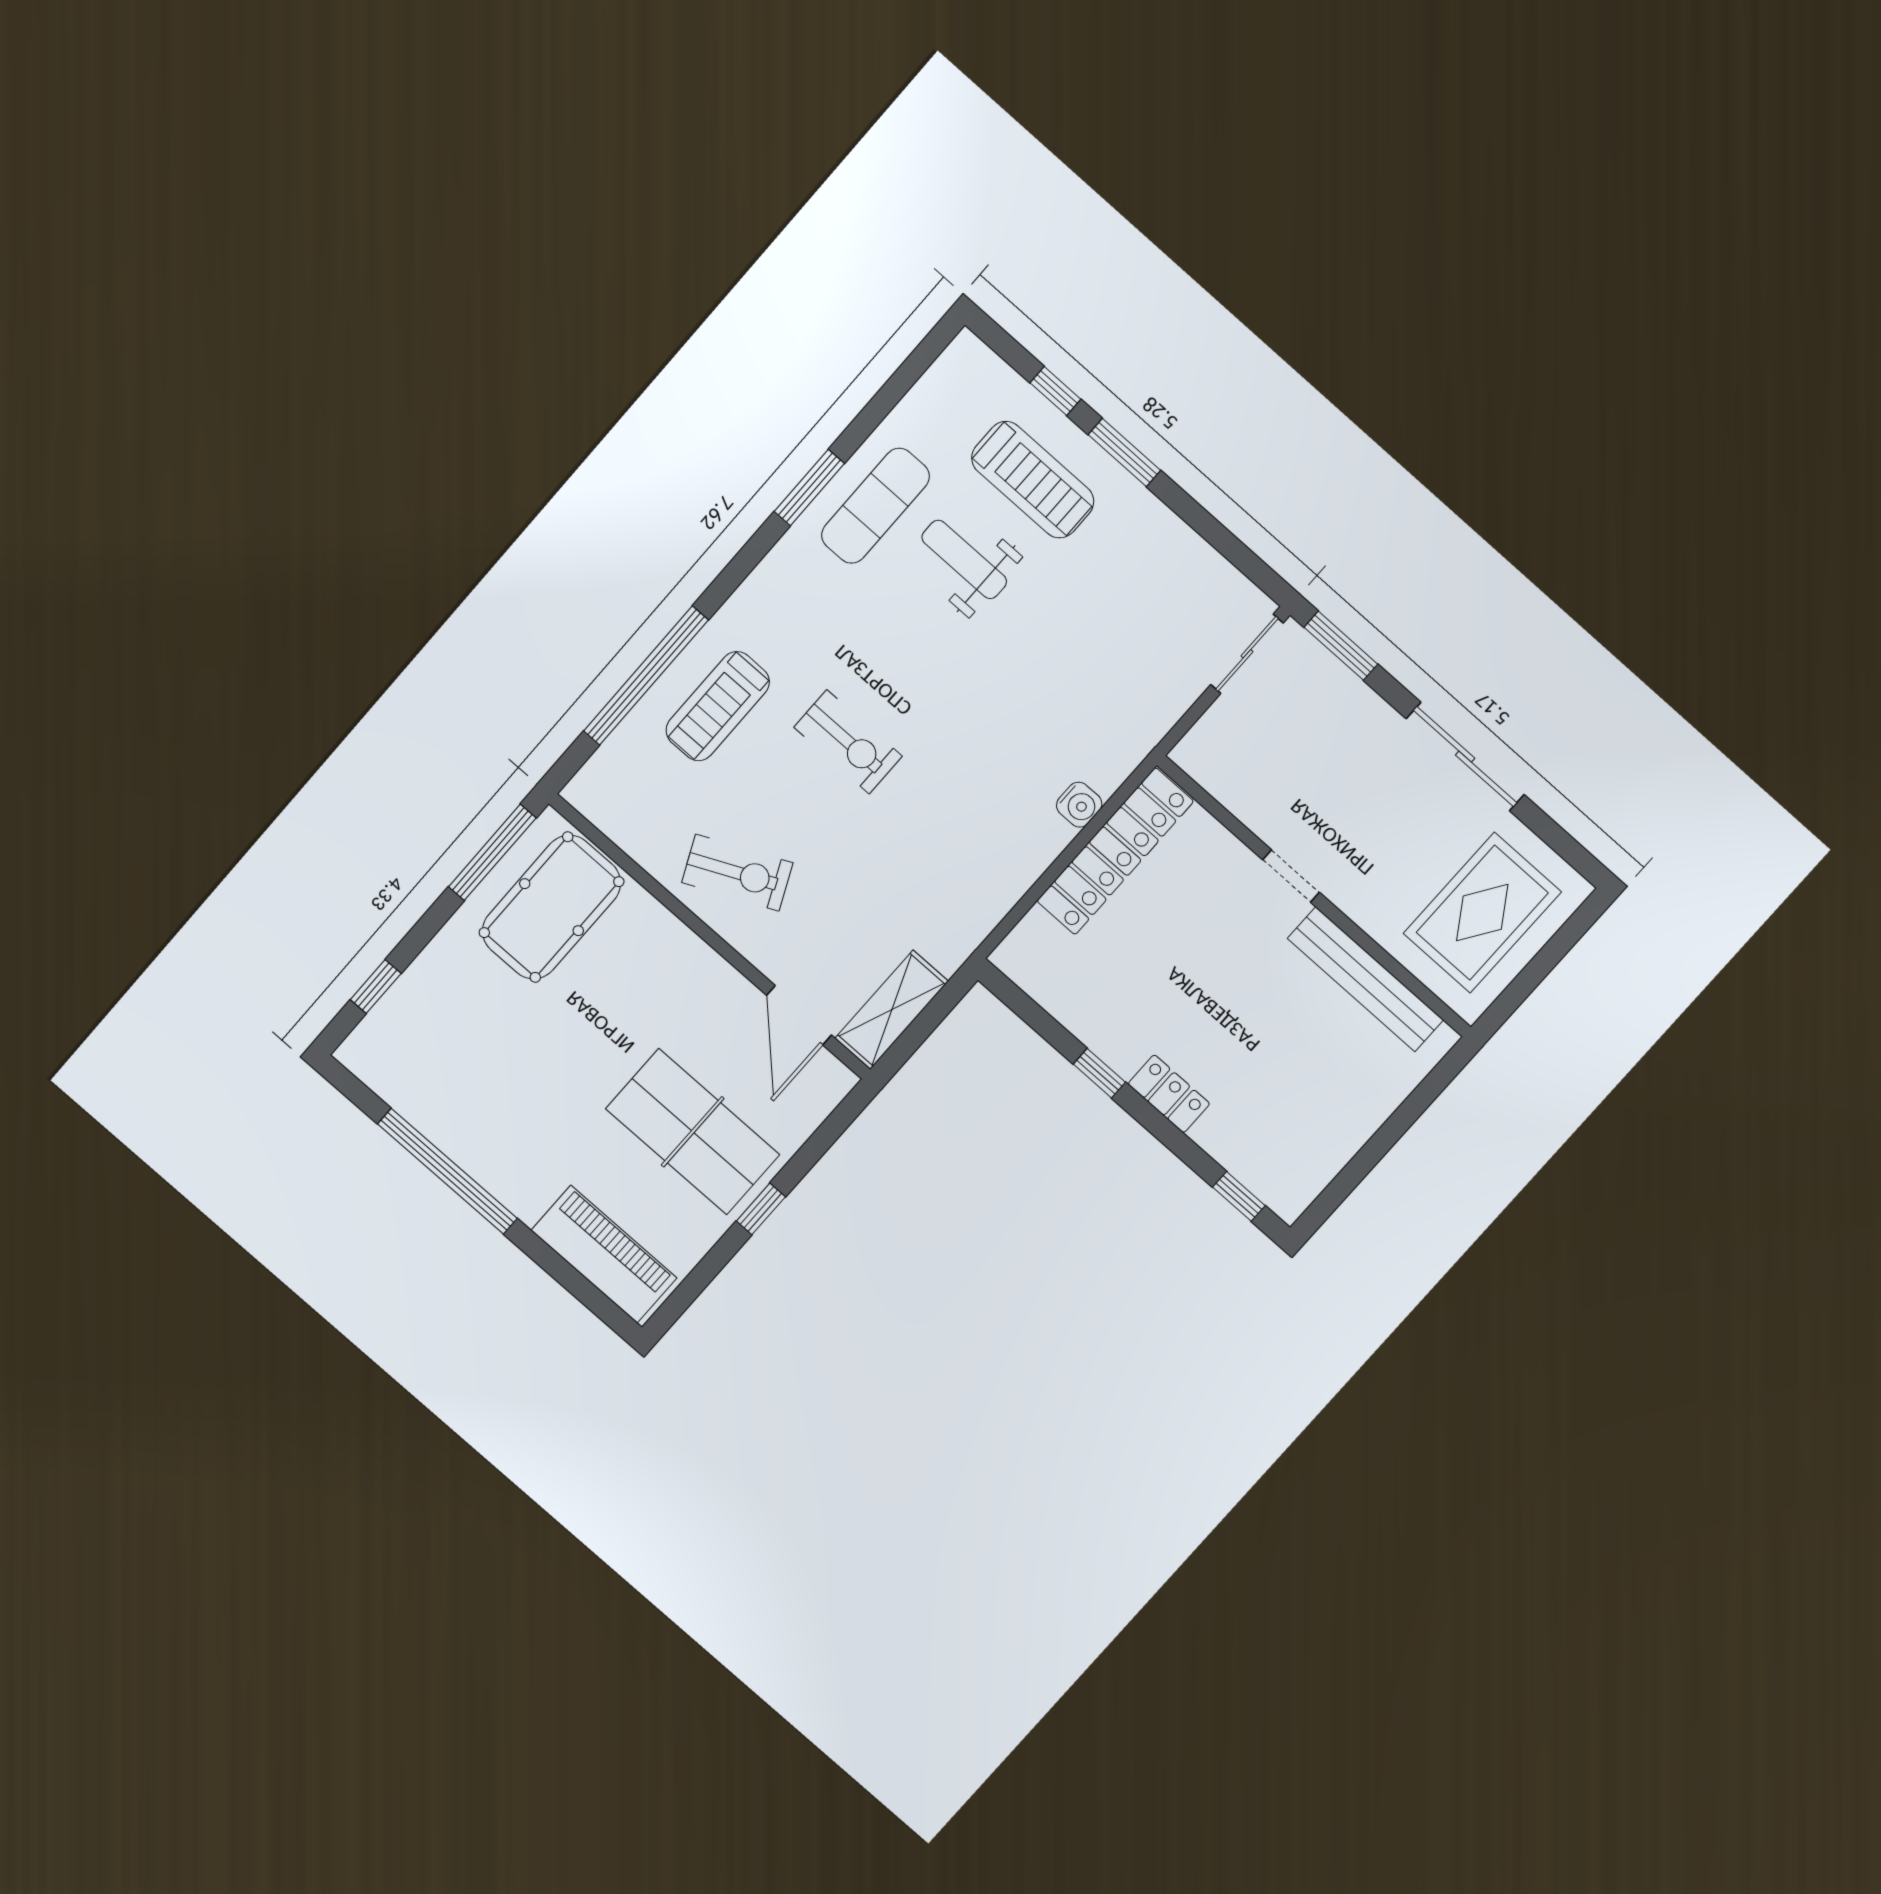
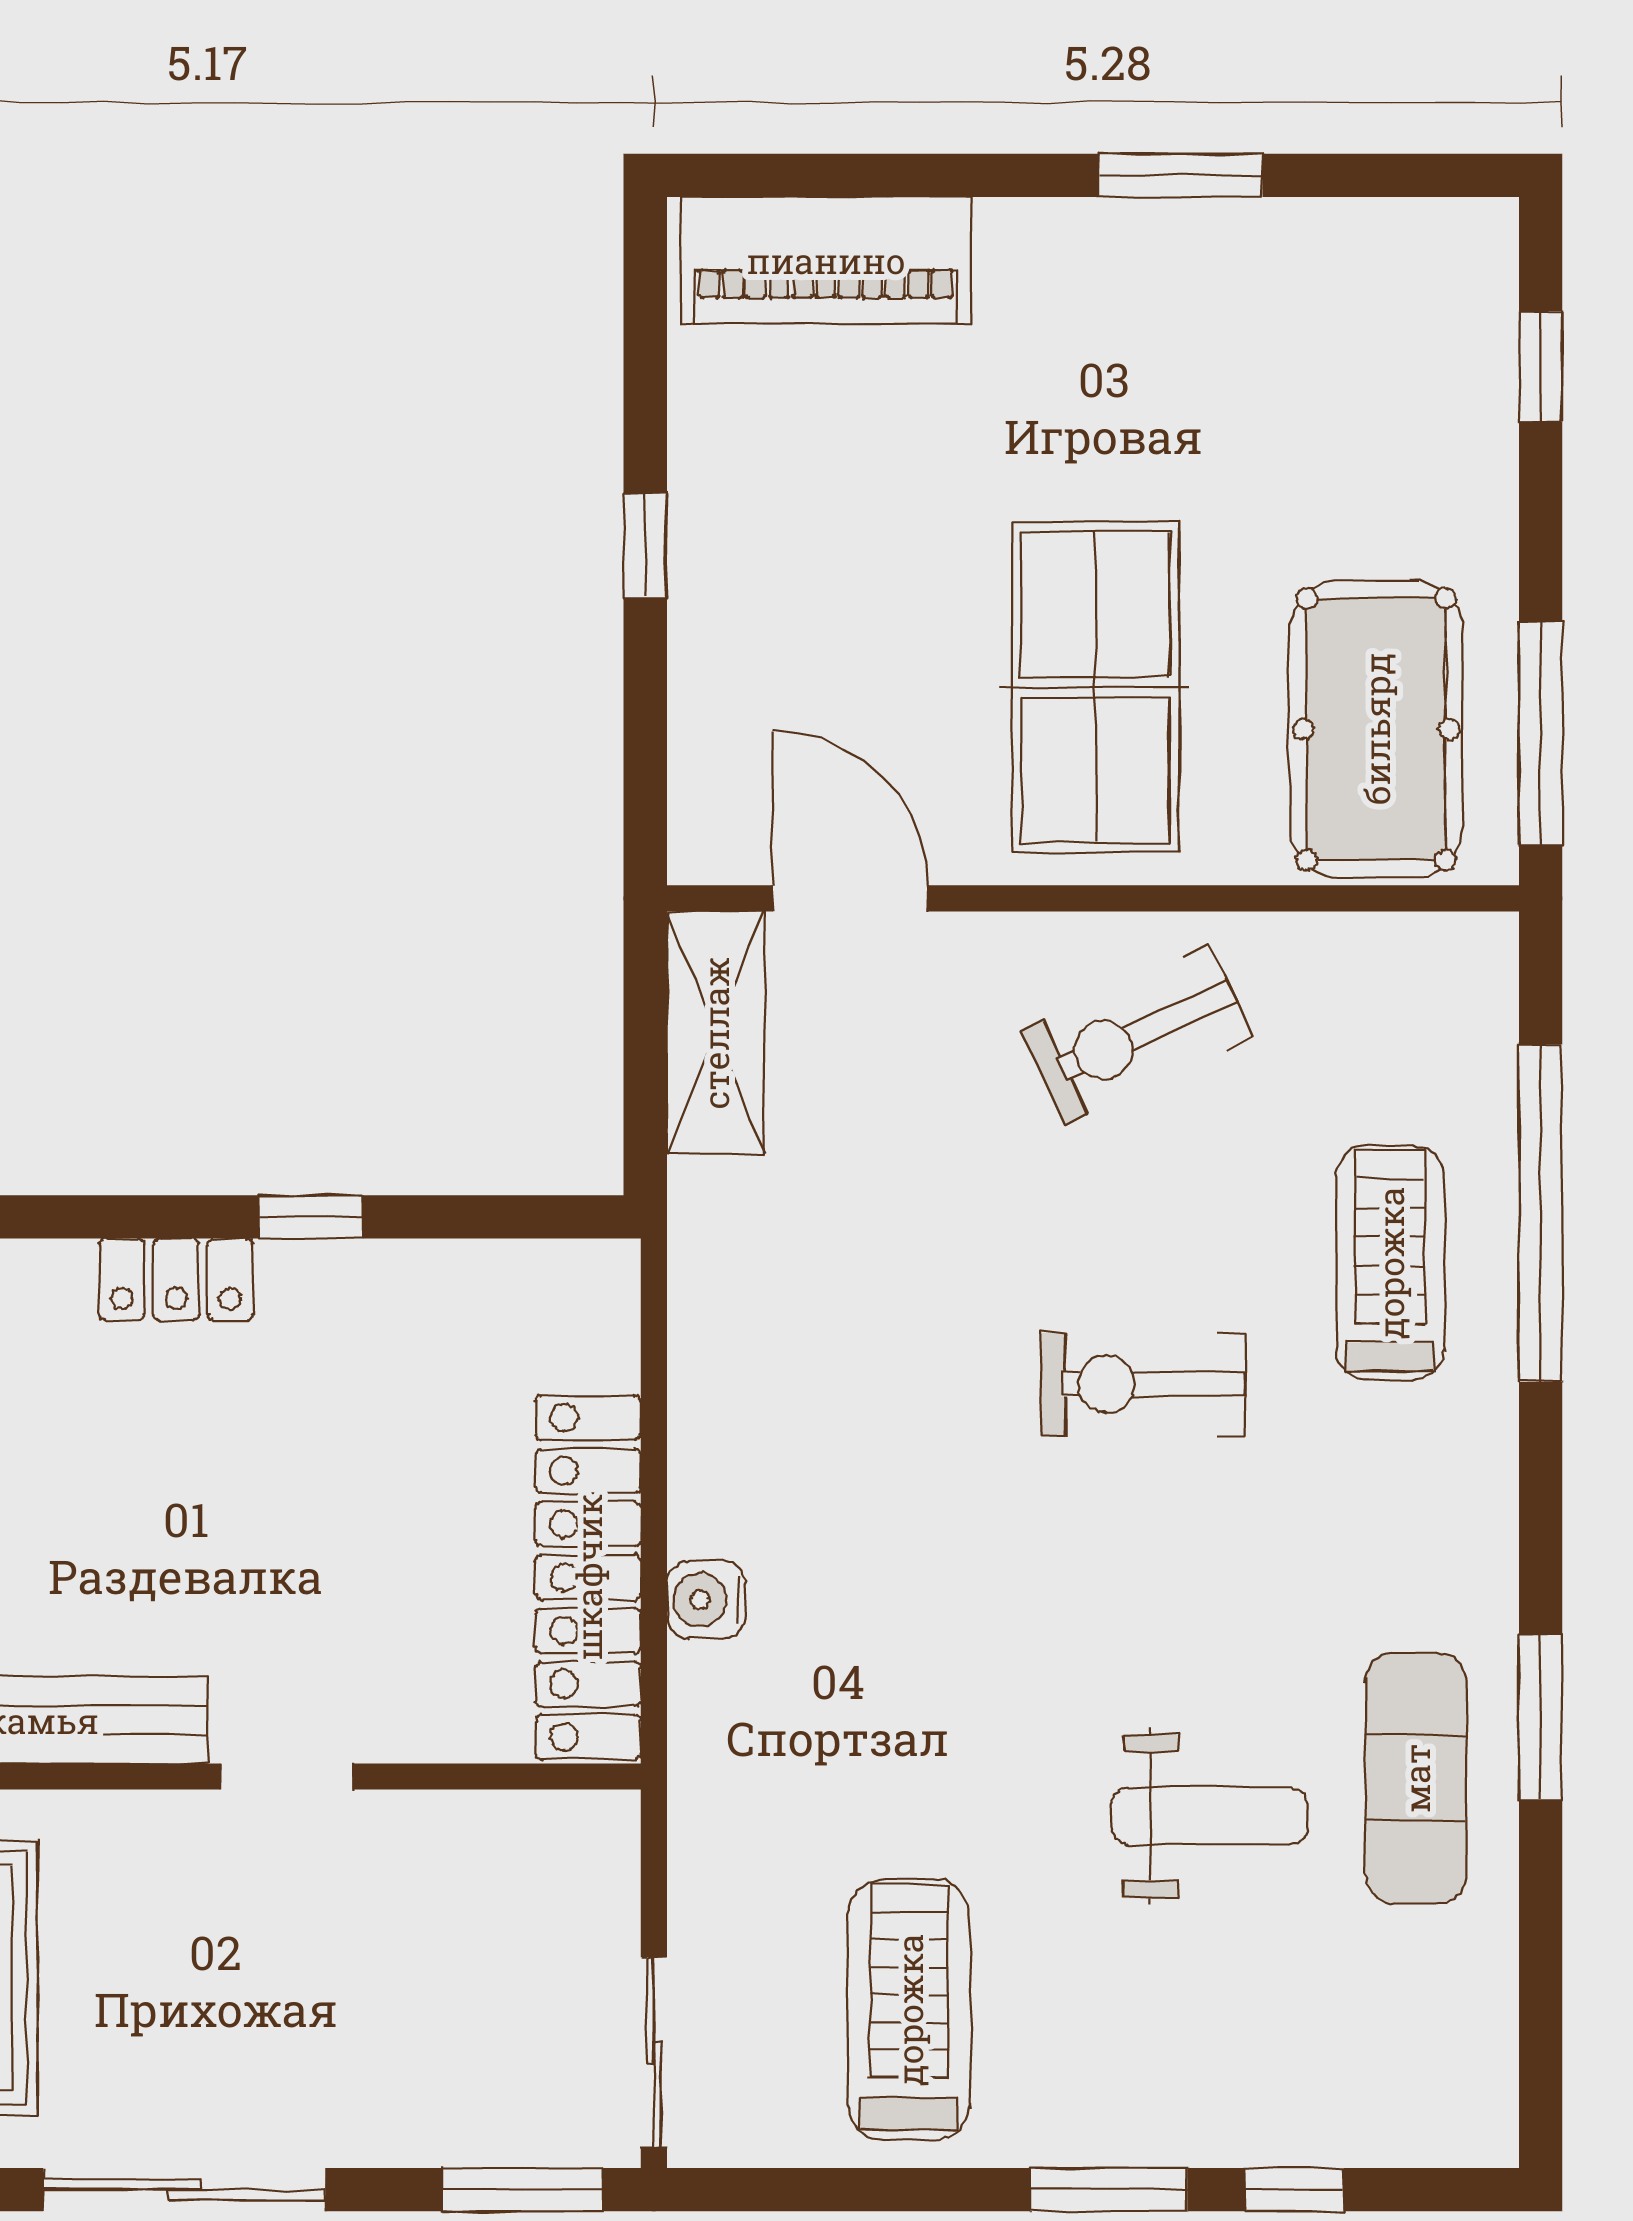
treadmill: (1033, 480) -> (909, 2010), moved, turned 90
table tennis table: (693, 1132) -> (1096, 687), moved, turned 90
window: (447, 1171) -> (1181, 175), width x0.47

